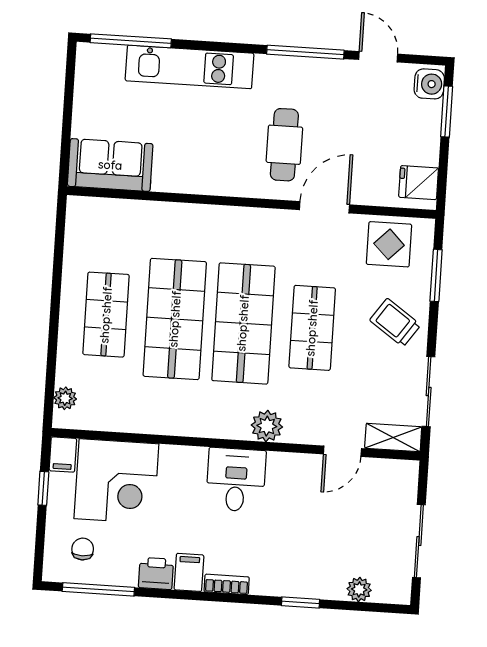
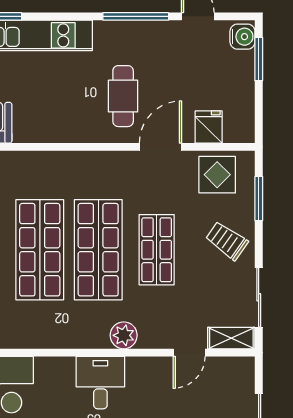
fridge: (419, 183) -> (209, 127), moved, turned 90

